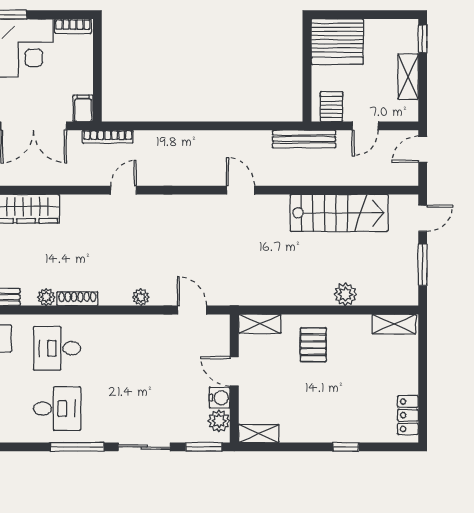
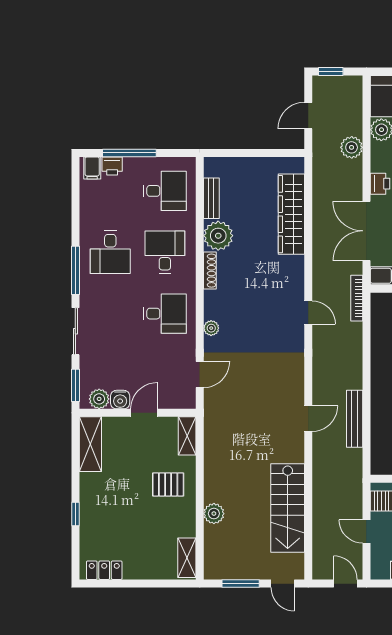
bench: (304, 139) -> (355, 419), moved
plant: (46, 297) -> (218, 236), width x1.87, depth x1.87
desk: (125, 348) -> (165, 314), added
shelving: (259, 434) -> (90, 444), width x1.50, depth x1.33

